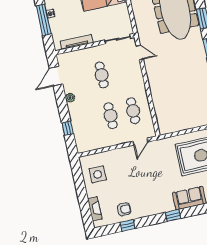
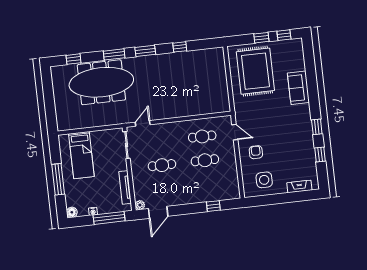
window: (44, 20) -> (109, 218), moved
door: (56, 76) -> (158, 212), hinge flipped
plant: (70, 98) -> (140, 205), moved
armchair: (124, 209) -> (256, 152), moved
window: (173, 215) -> (317, 127), moved

